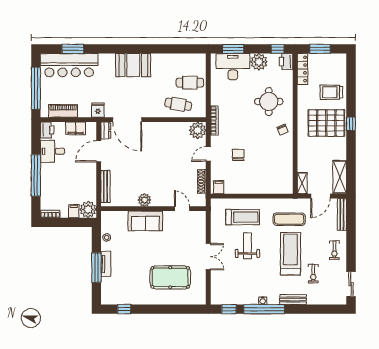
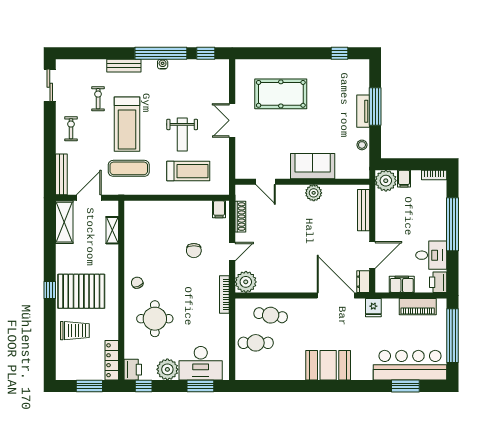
shelving: (302, 183) -> (112, 230), moved
treadmill: (243, 217) -> (188, 171), turned 180

